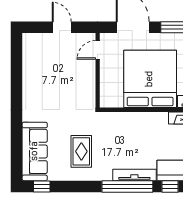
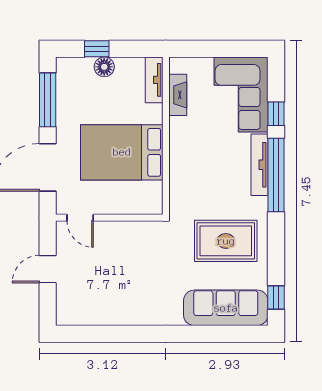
bed: (150, 79) -> (122, 152), width x0.73
rug: (81, 151) -> (226, 241), width x1.36, depth x1.43

